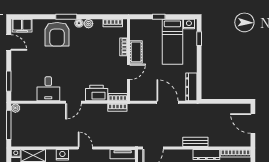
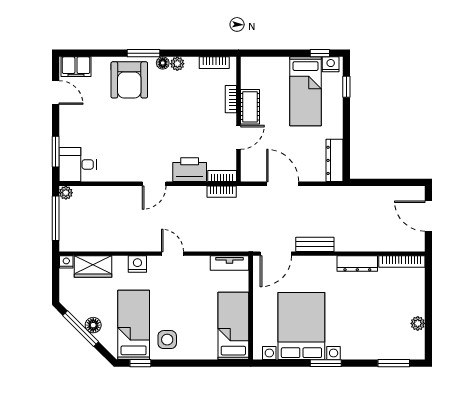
window: (159, 17) -> (320, 53), moved
desk: (48, 89) -> (78, 164), moved, turned 90
door: (168, 102) -> (283, 184), moved
bench: (195, 142) -> (315, 244), moved

